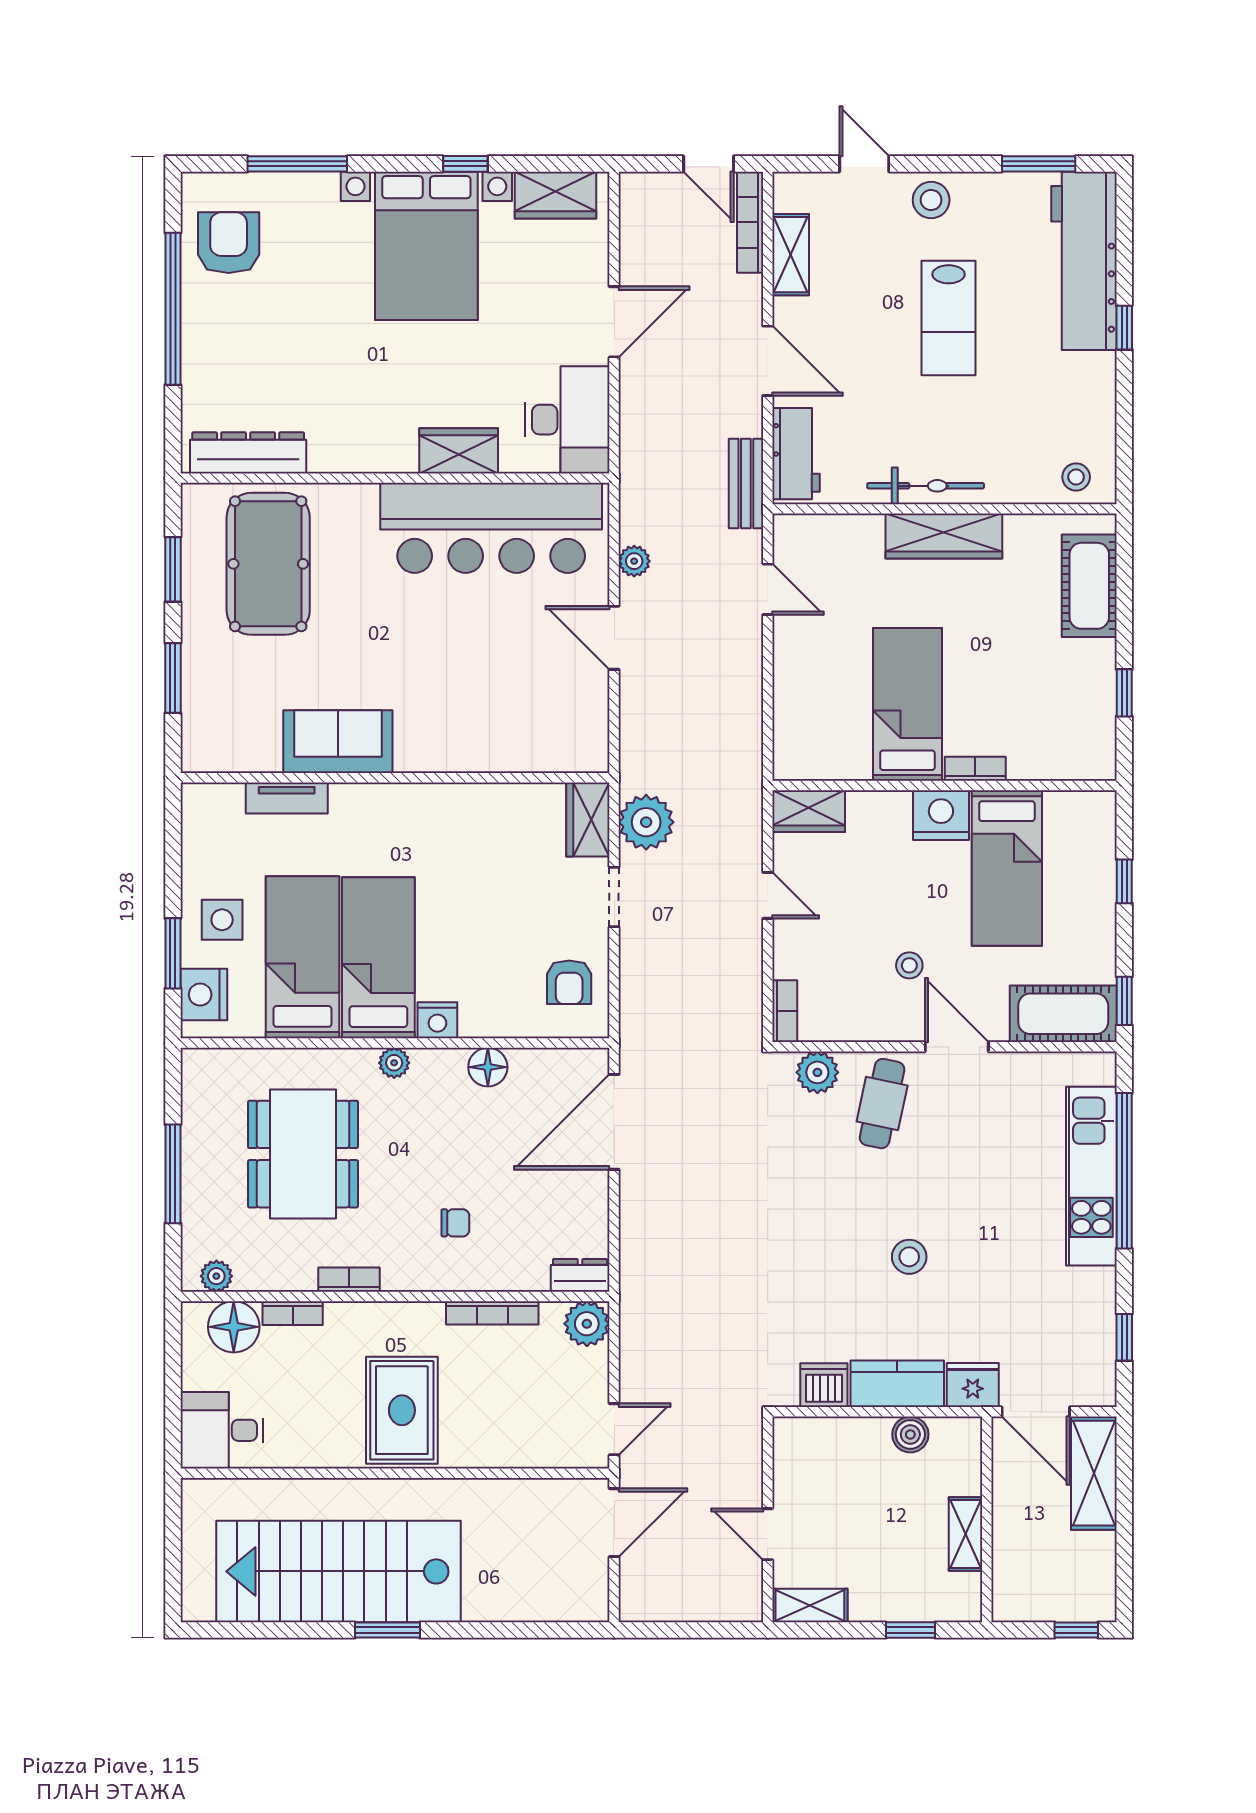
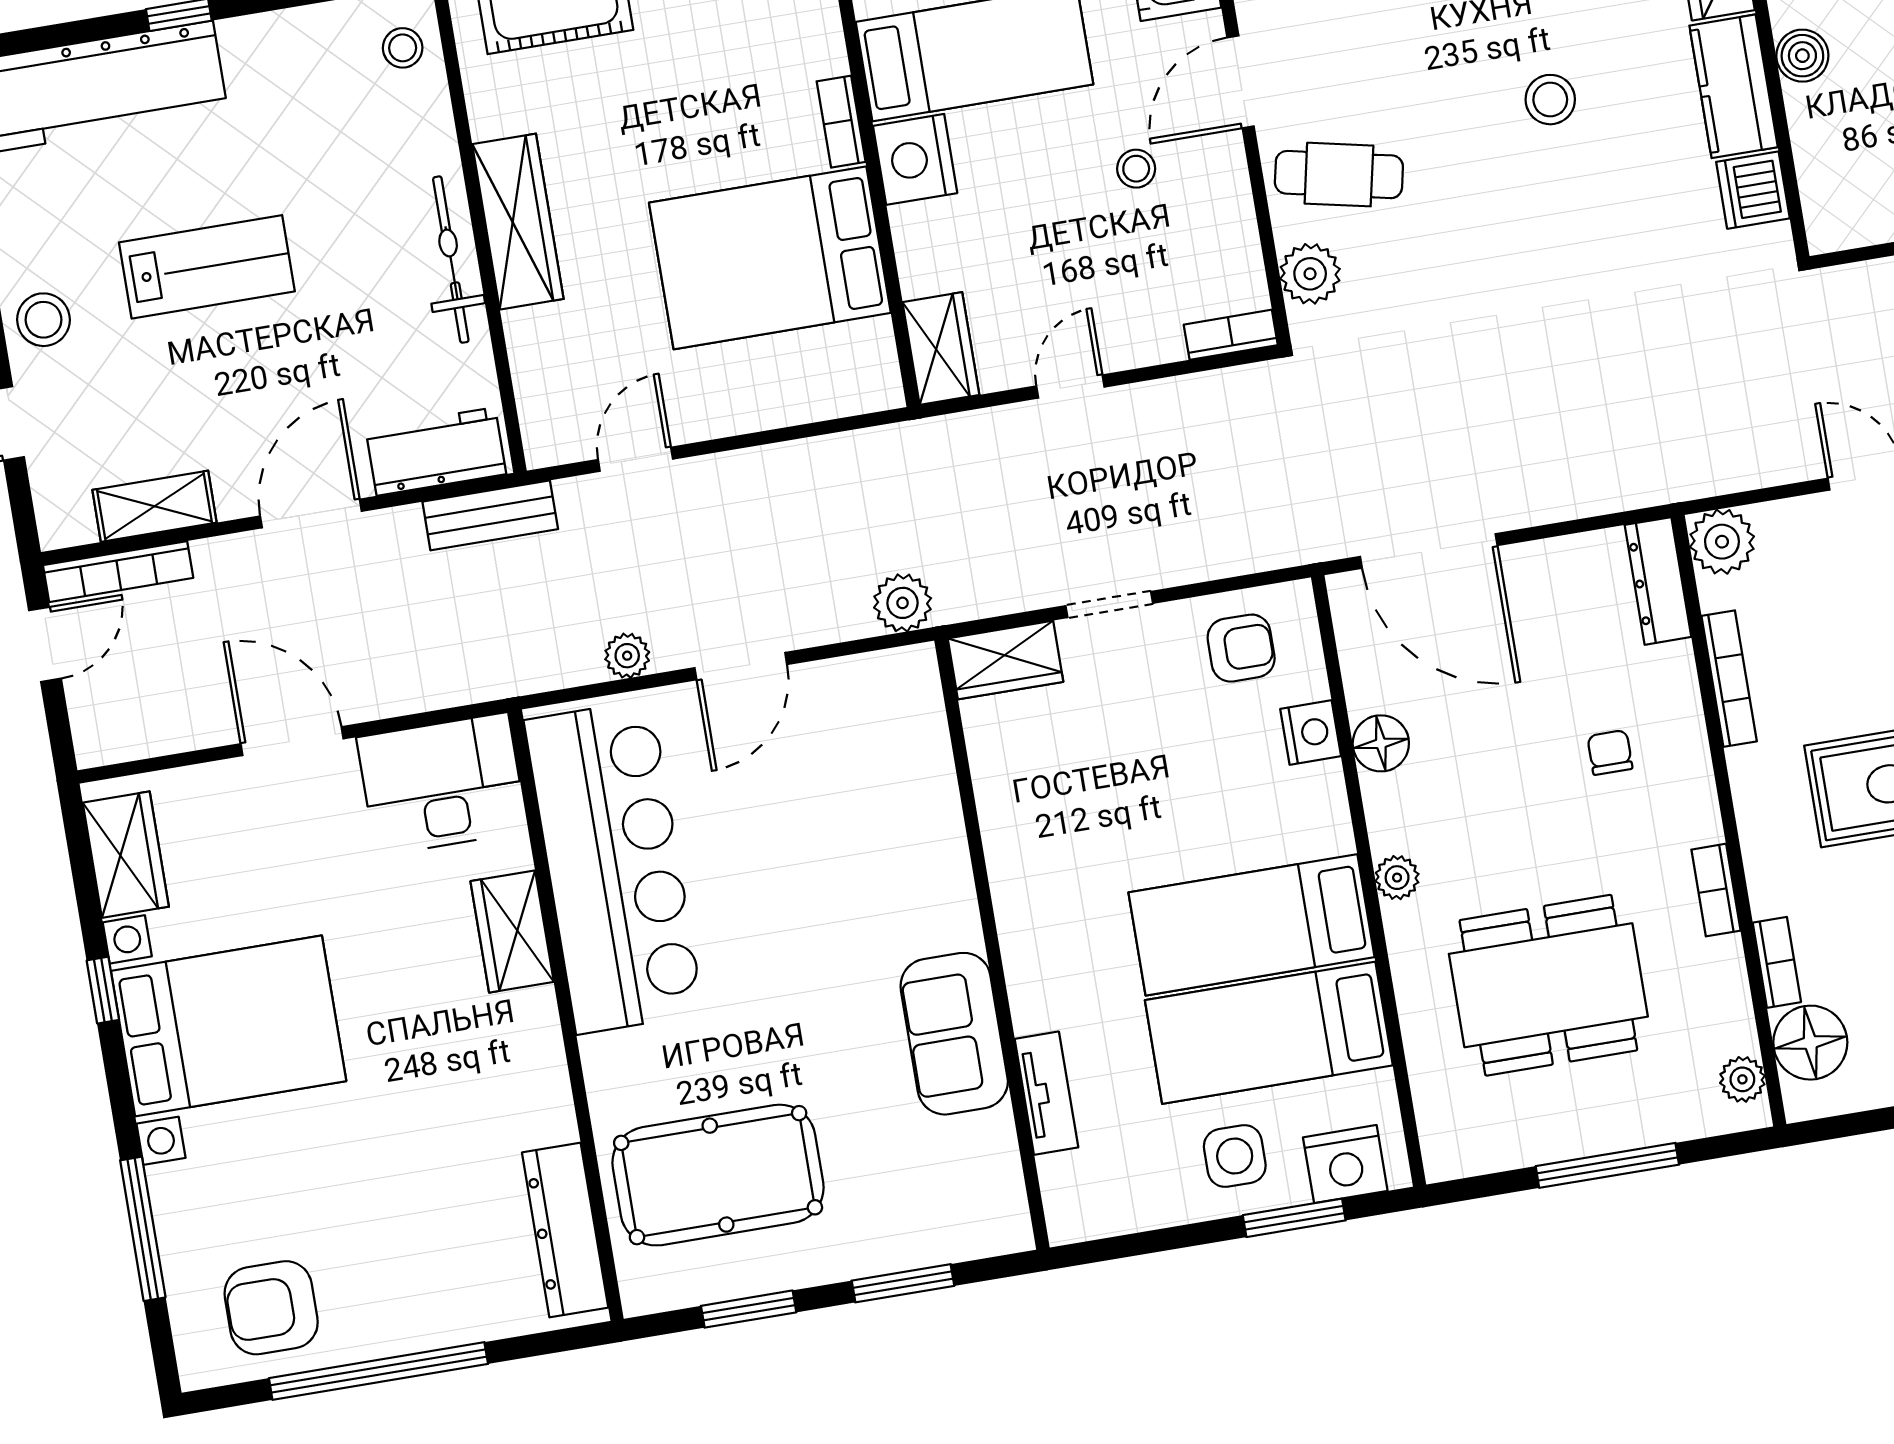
bed: (907, 704) -> (770, 258), width x1.50
plant: (646, 822) -> (903, 603), moved, width x0.73, depth x0.73
nightstand: (437, 1020) -> (1311, 732), moved
dresser: (580, 1275) -> (1658, 581), width x1.44

